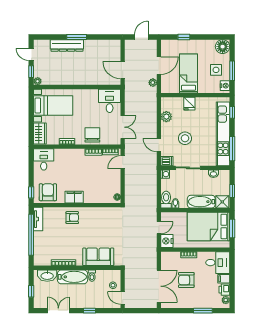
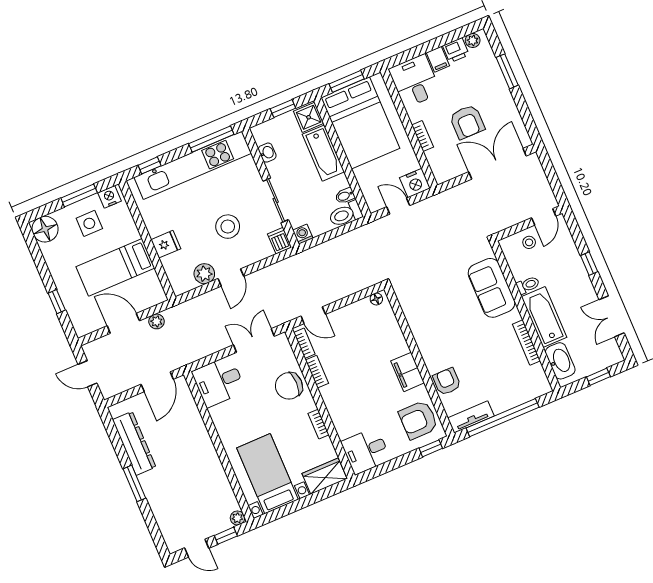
dresser: (67, 45) -> (134, 443), moved
door: (31, 54) -> (197, 548), hinge flipped
door: (159, 145) -> (231, 277), moved
armchair: (72, 218) -> (447, 382), moved

